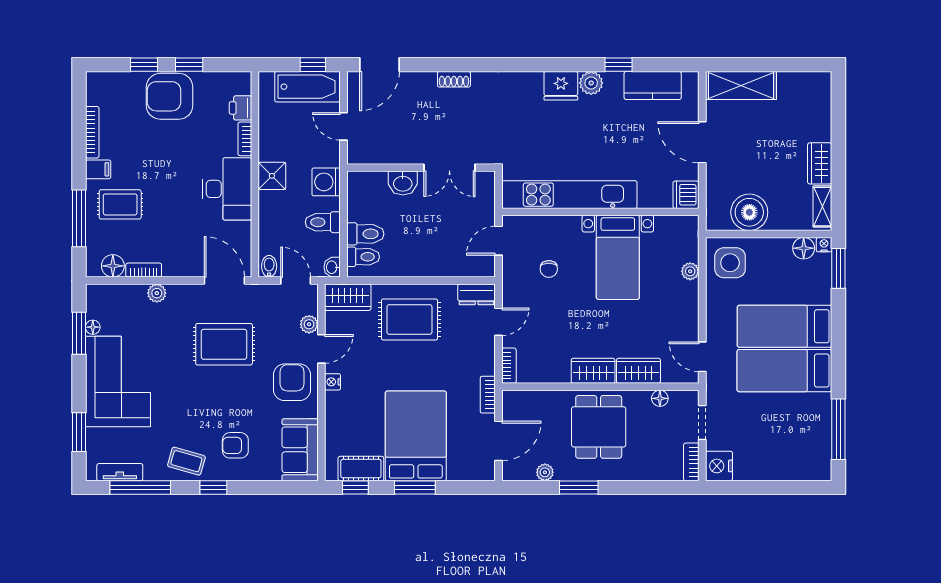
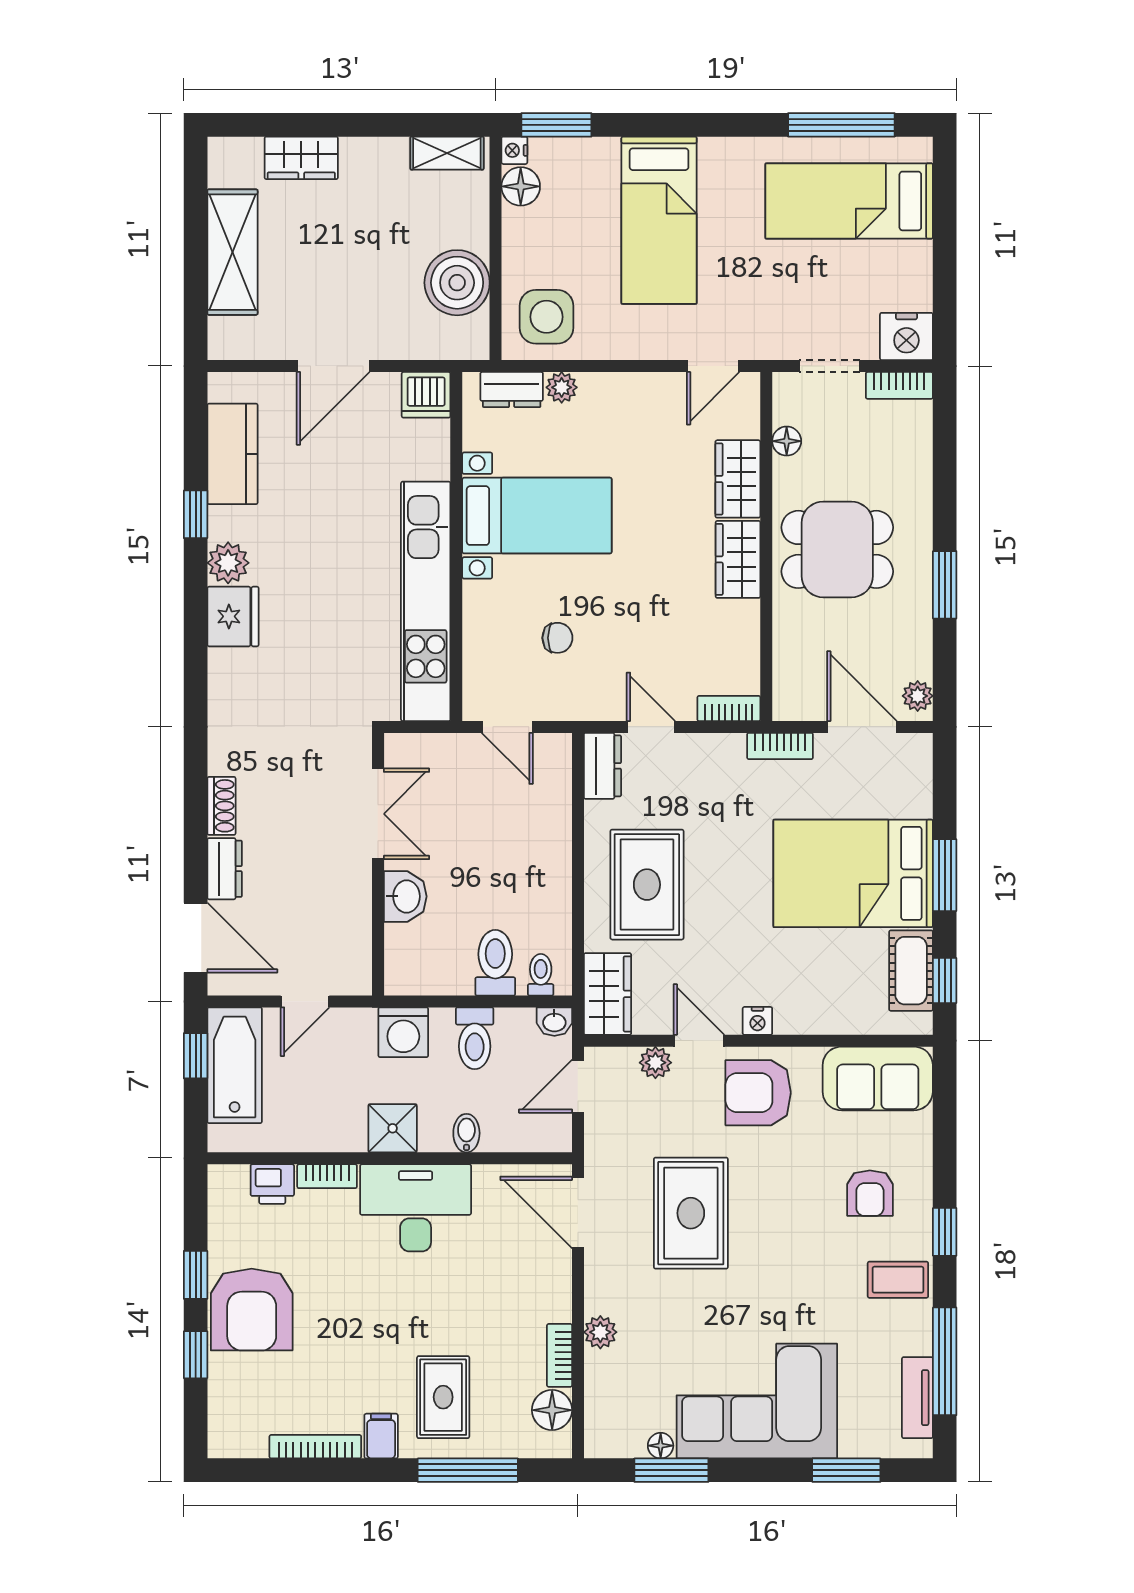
dresser: (418, 81) -> (225, 869), added
shelving: (741, 85) -> (232, 252), moved
wardrobe: (820, 163) -> (301, 158), moved
dresser: (689, 243) -> (512, 390), added
toilet: (363, 257) -> (541, 975), width x0.73, depth x0.72
bidet: (269, 266) -> (466, 1133), moved, turned 90
door: (224, 281) -> (578, 1212), hinge flipped
bed: (784, 371) -> (849, 201), moved, turned 90
coffee table: (186, 461) -> (898, 1280), turned 74
plant: (545, 472) -> (918, 696), moved

